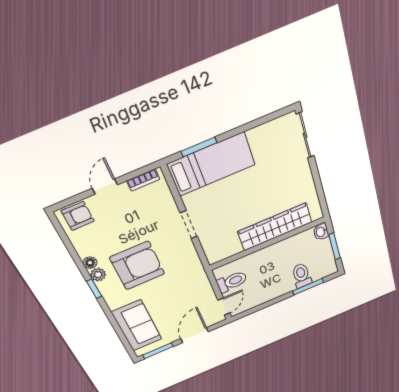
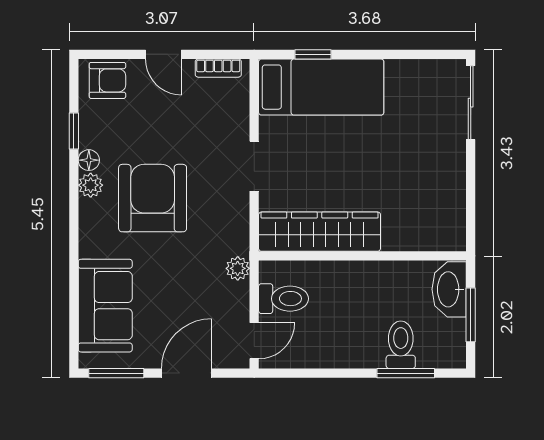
window: (199, 147) -> (313, 54), width x0.67
door: (105, 186) -> (163, 54), swing flipped
wardrobe: (275, 227) -> (320, 232), moved
washbasin: (321, 232) -> (449, 289), width x1.91, depth x1.45
armchair: (137, 266) -> (153, 198), turned -90
plant: (201, 279) -> (238, 268), added
window: (94, 289) -> (74, 131), moved

